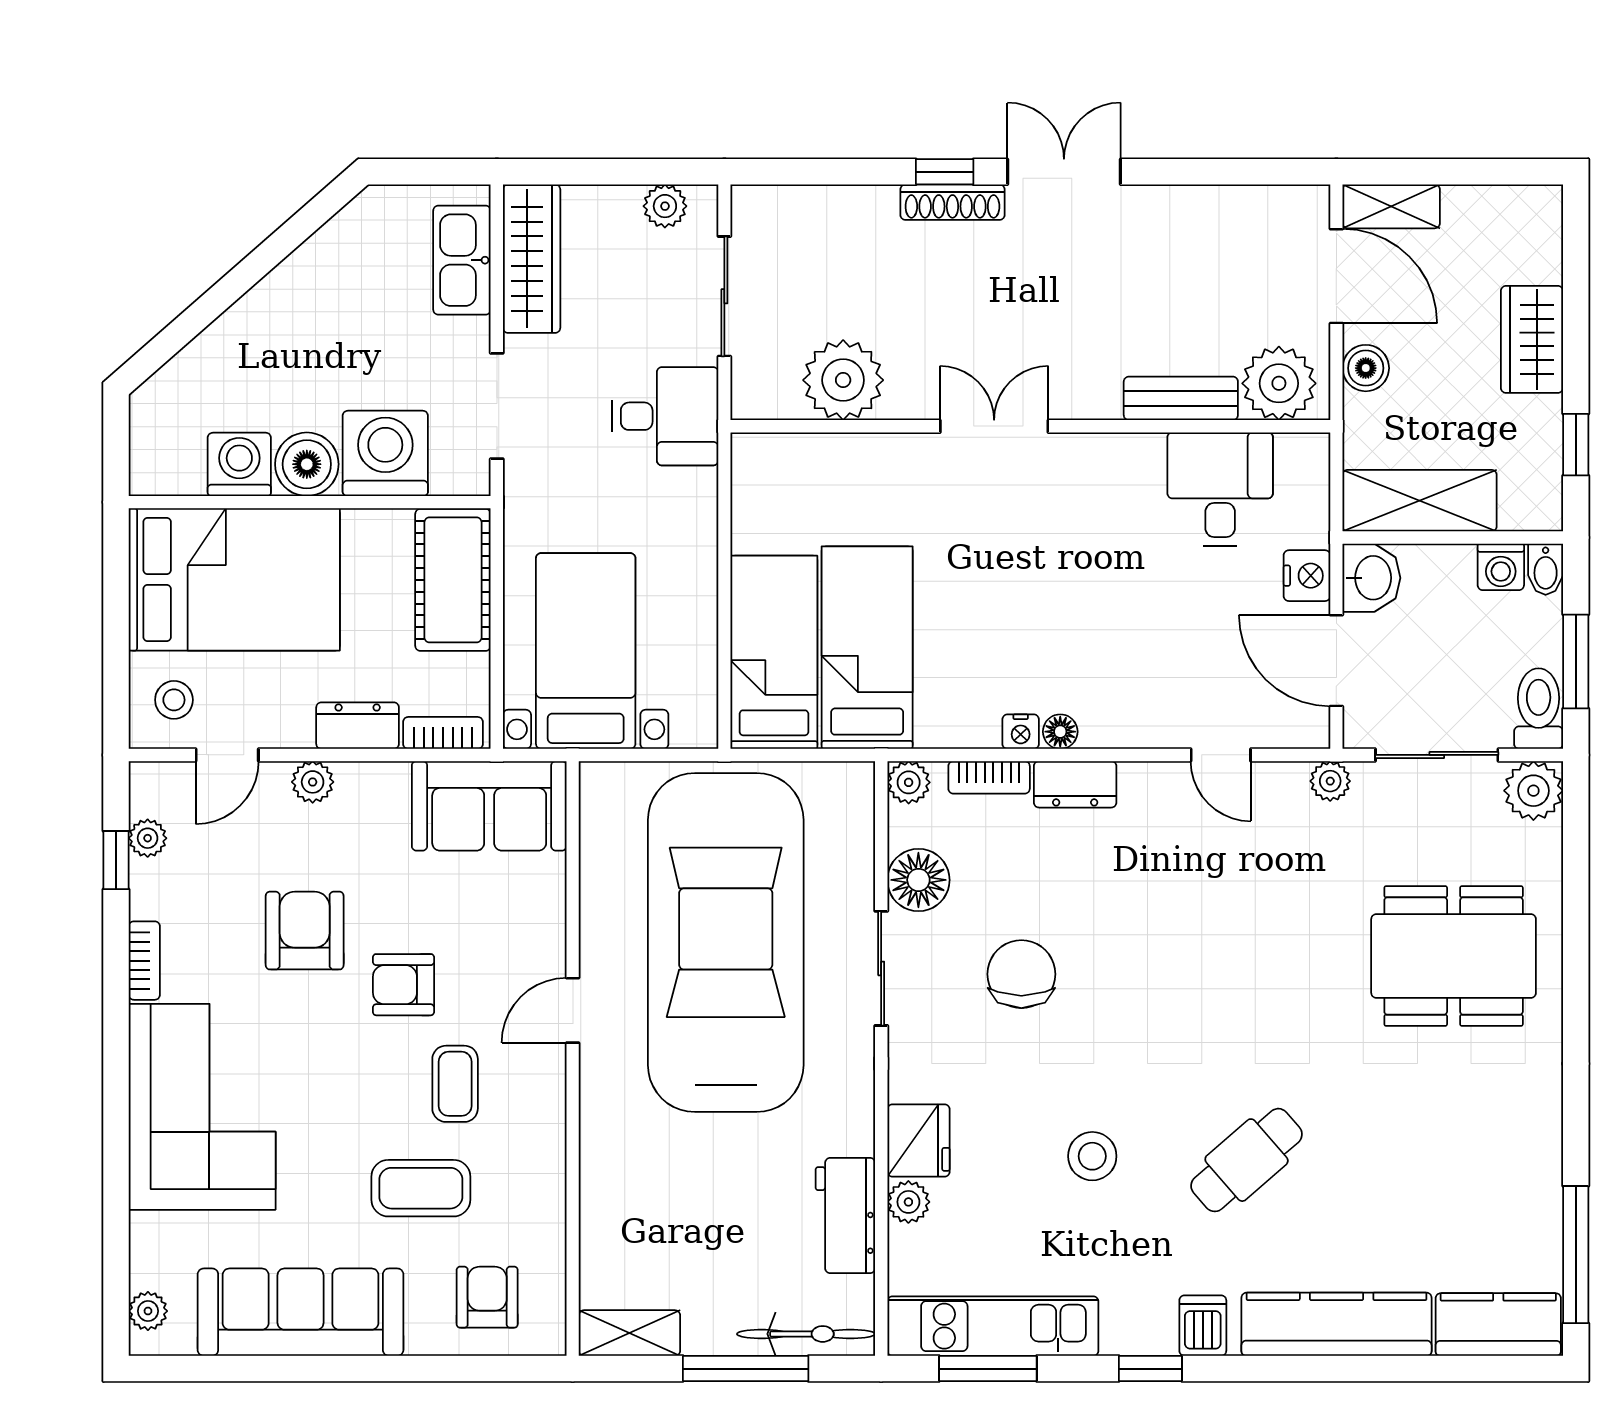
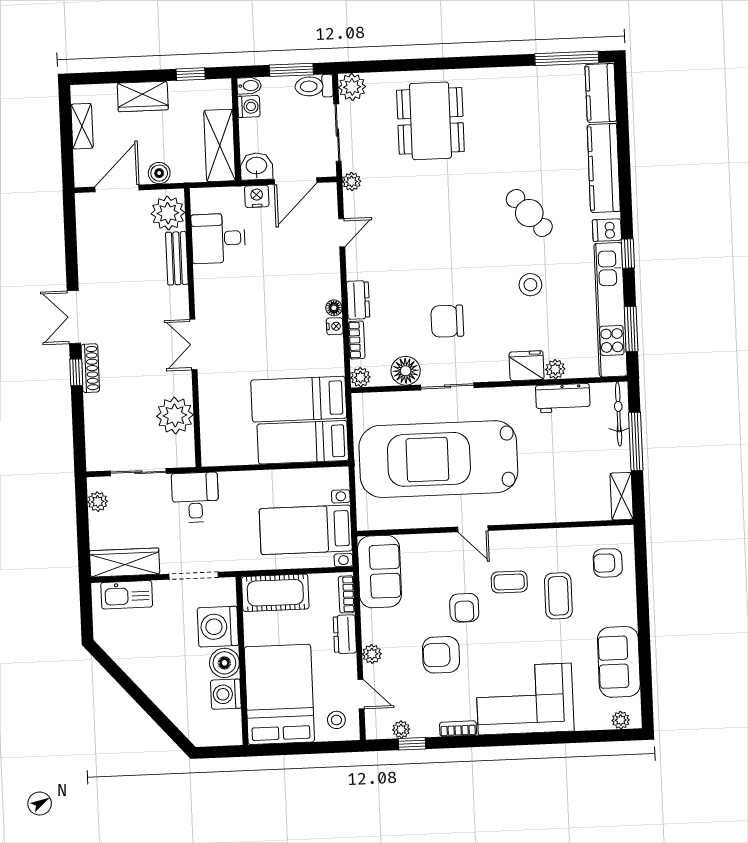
shelving: (1391, 206) -> (82, 126), moved
sofa: (301, 1312) -> (619, 662), width x0.73
kitchen unit: (993, 1326) -> (611, 310), width x1.36

